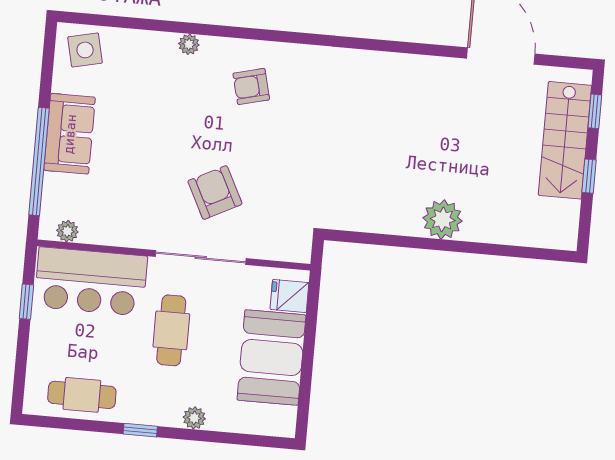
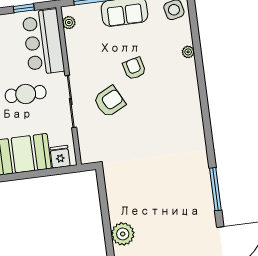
plant: (189, 44) -> (188, 52), moved
window: (402, 47) -> (215, 189), added
armchair: (251, 86) -> (134, 68), moved

